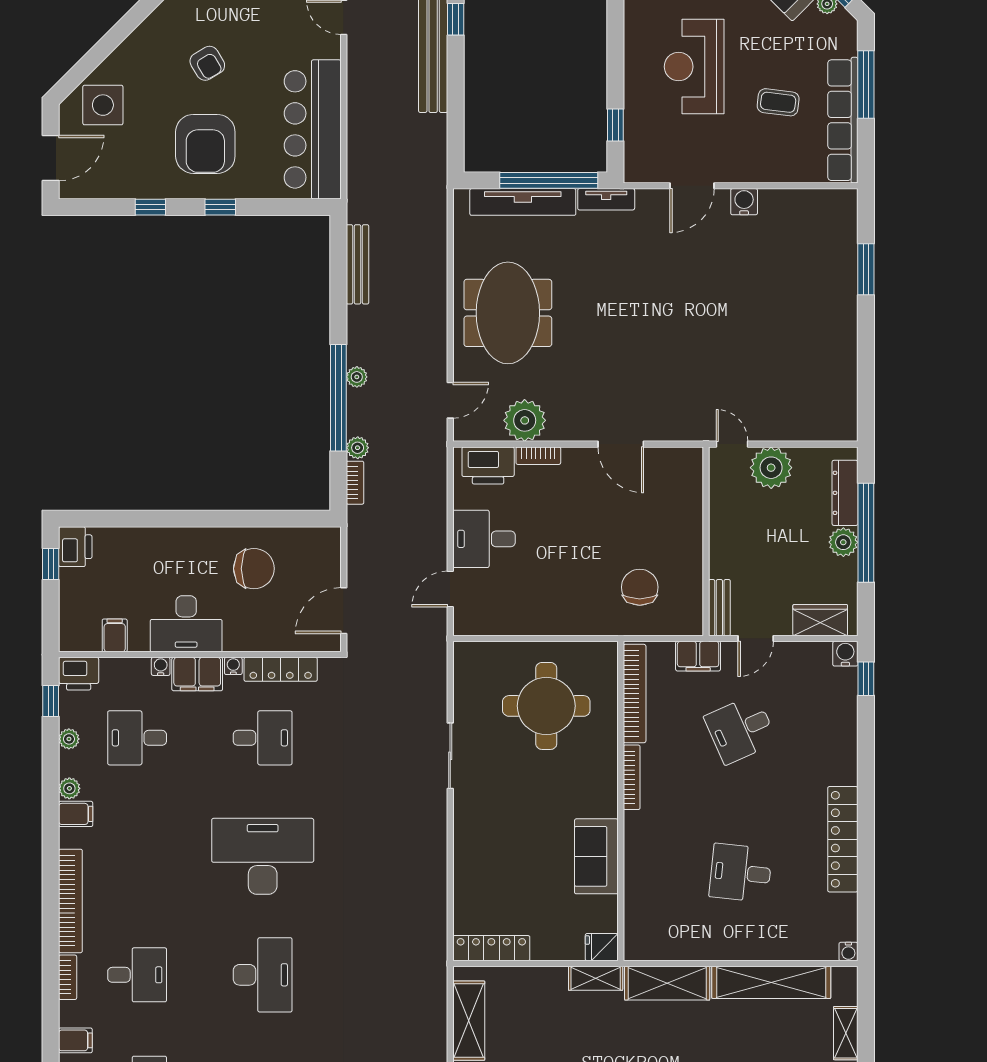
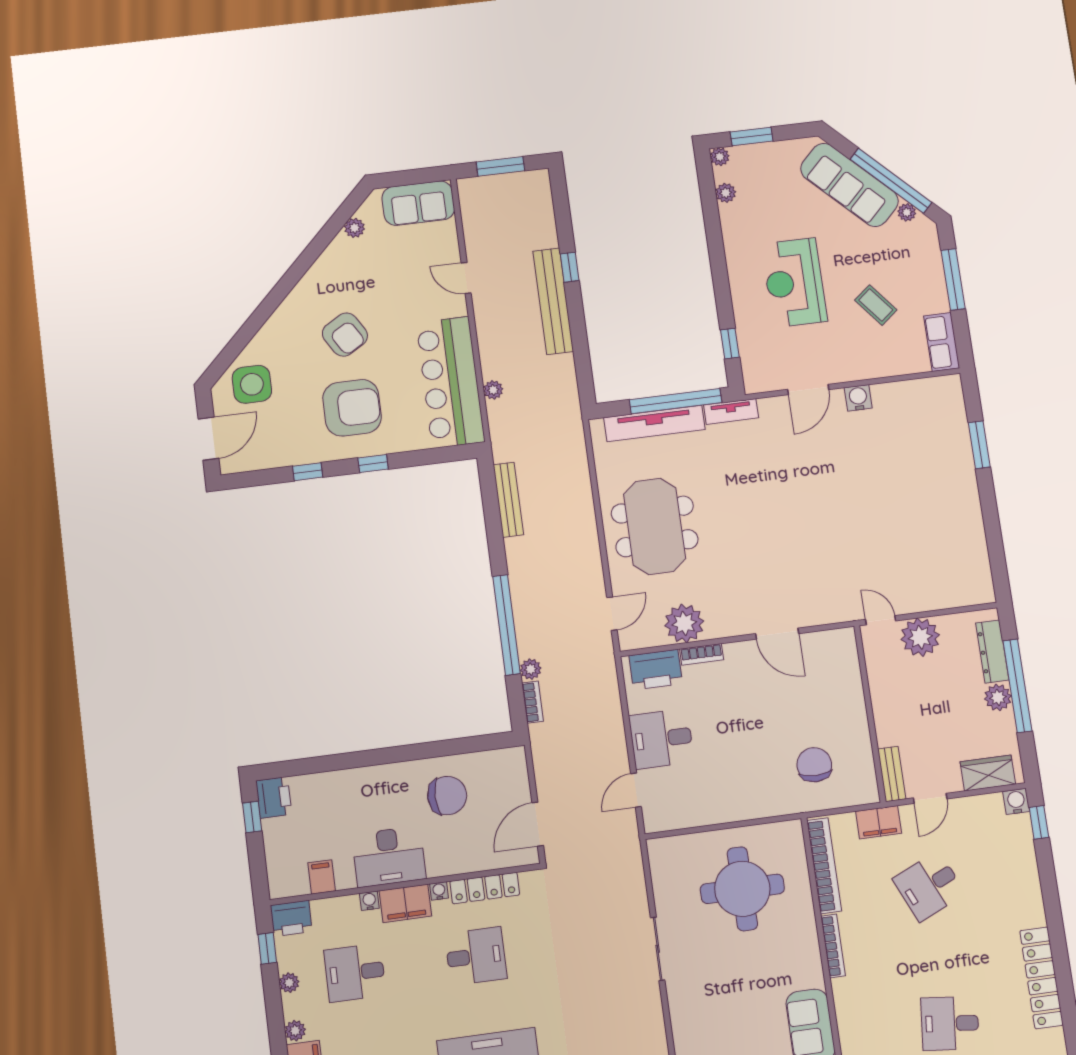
armchair: (207, 63) -> (345, 335), width x1.38, depth x1.38
coffee table: (778, 102) -> (876, 305), turned 44
row of seats: (843, 120) -> (942, 342), width x0.50
armchair: (205, 144) -> (352, 408), turned -90
plant: (357, 377) -> (493, 390), moved

